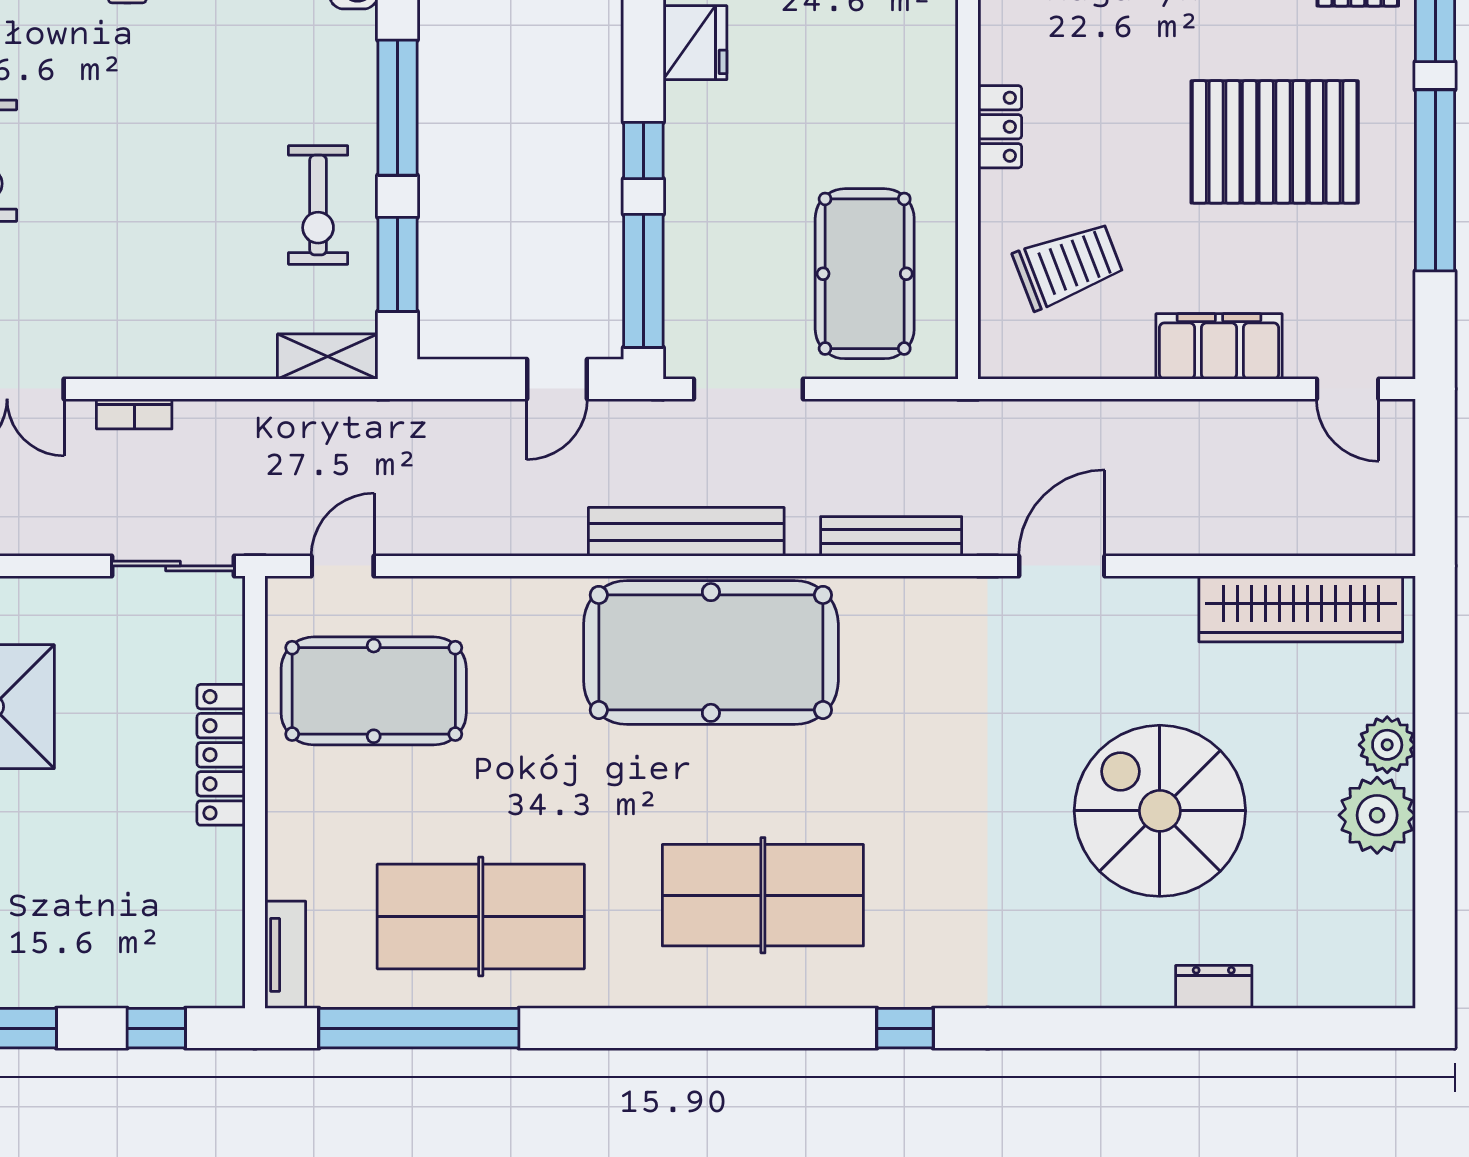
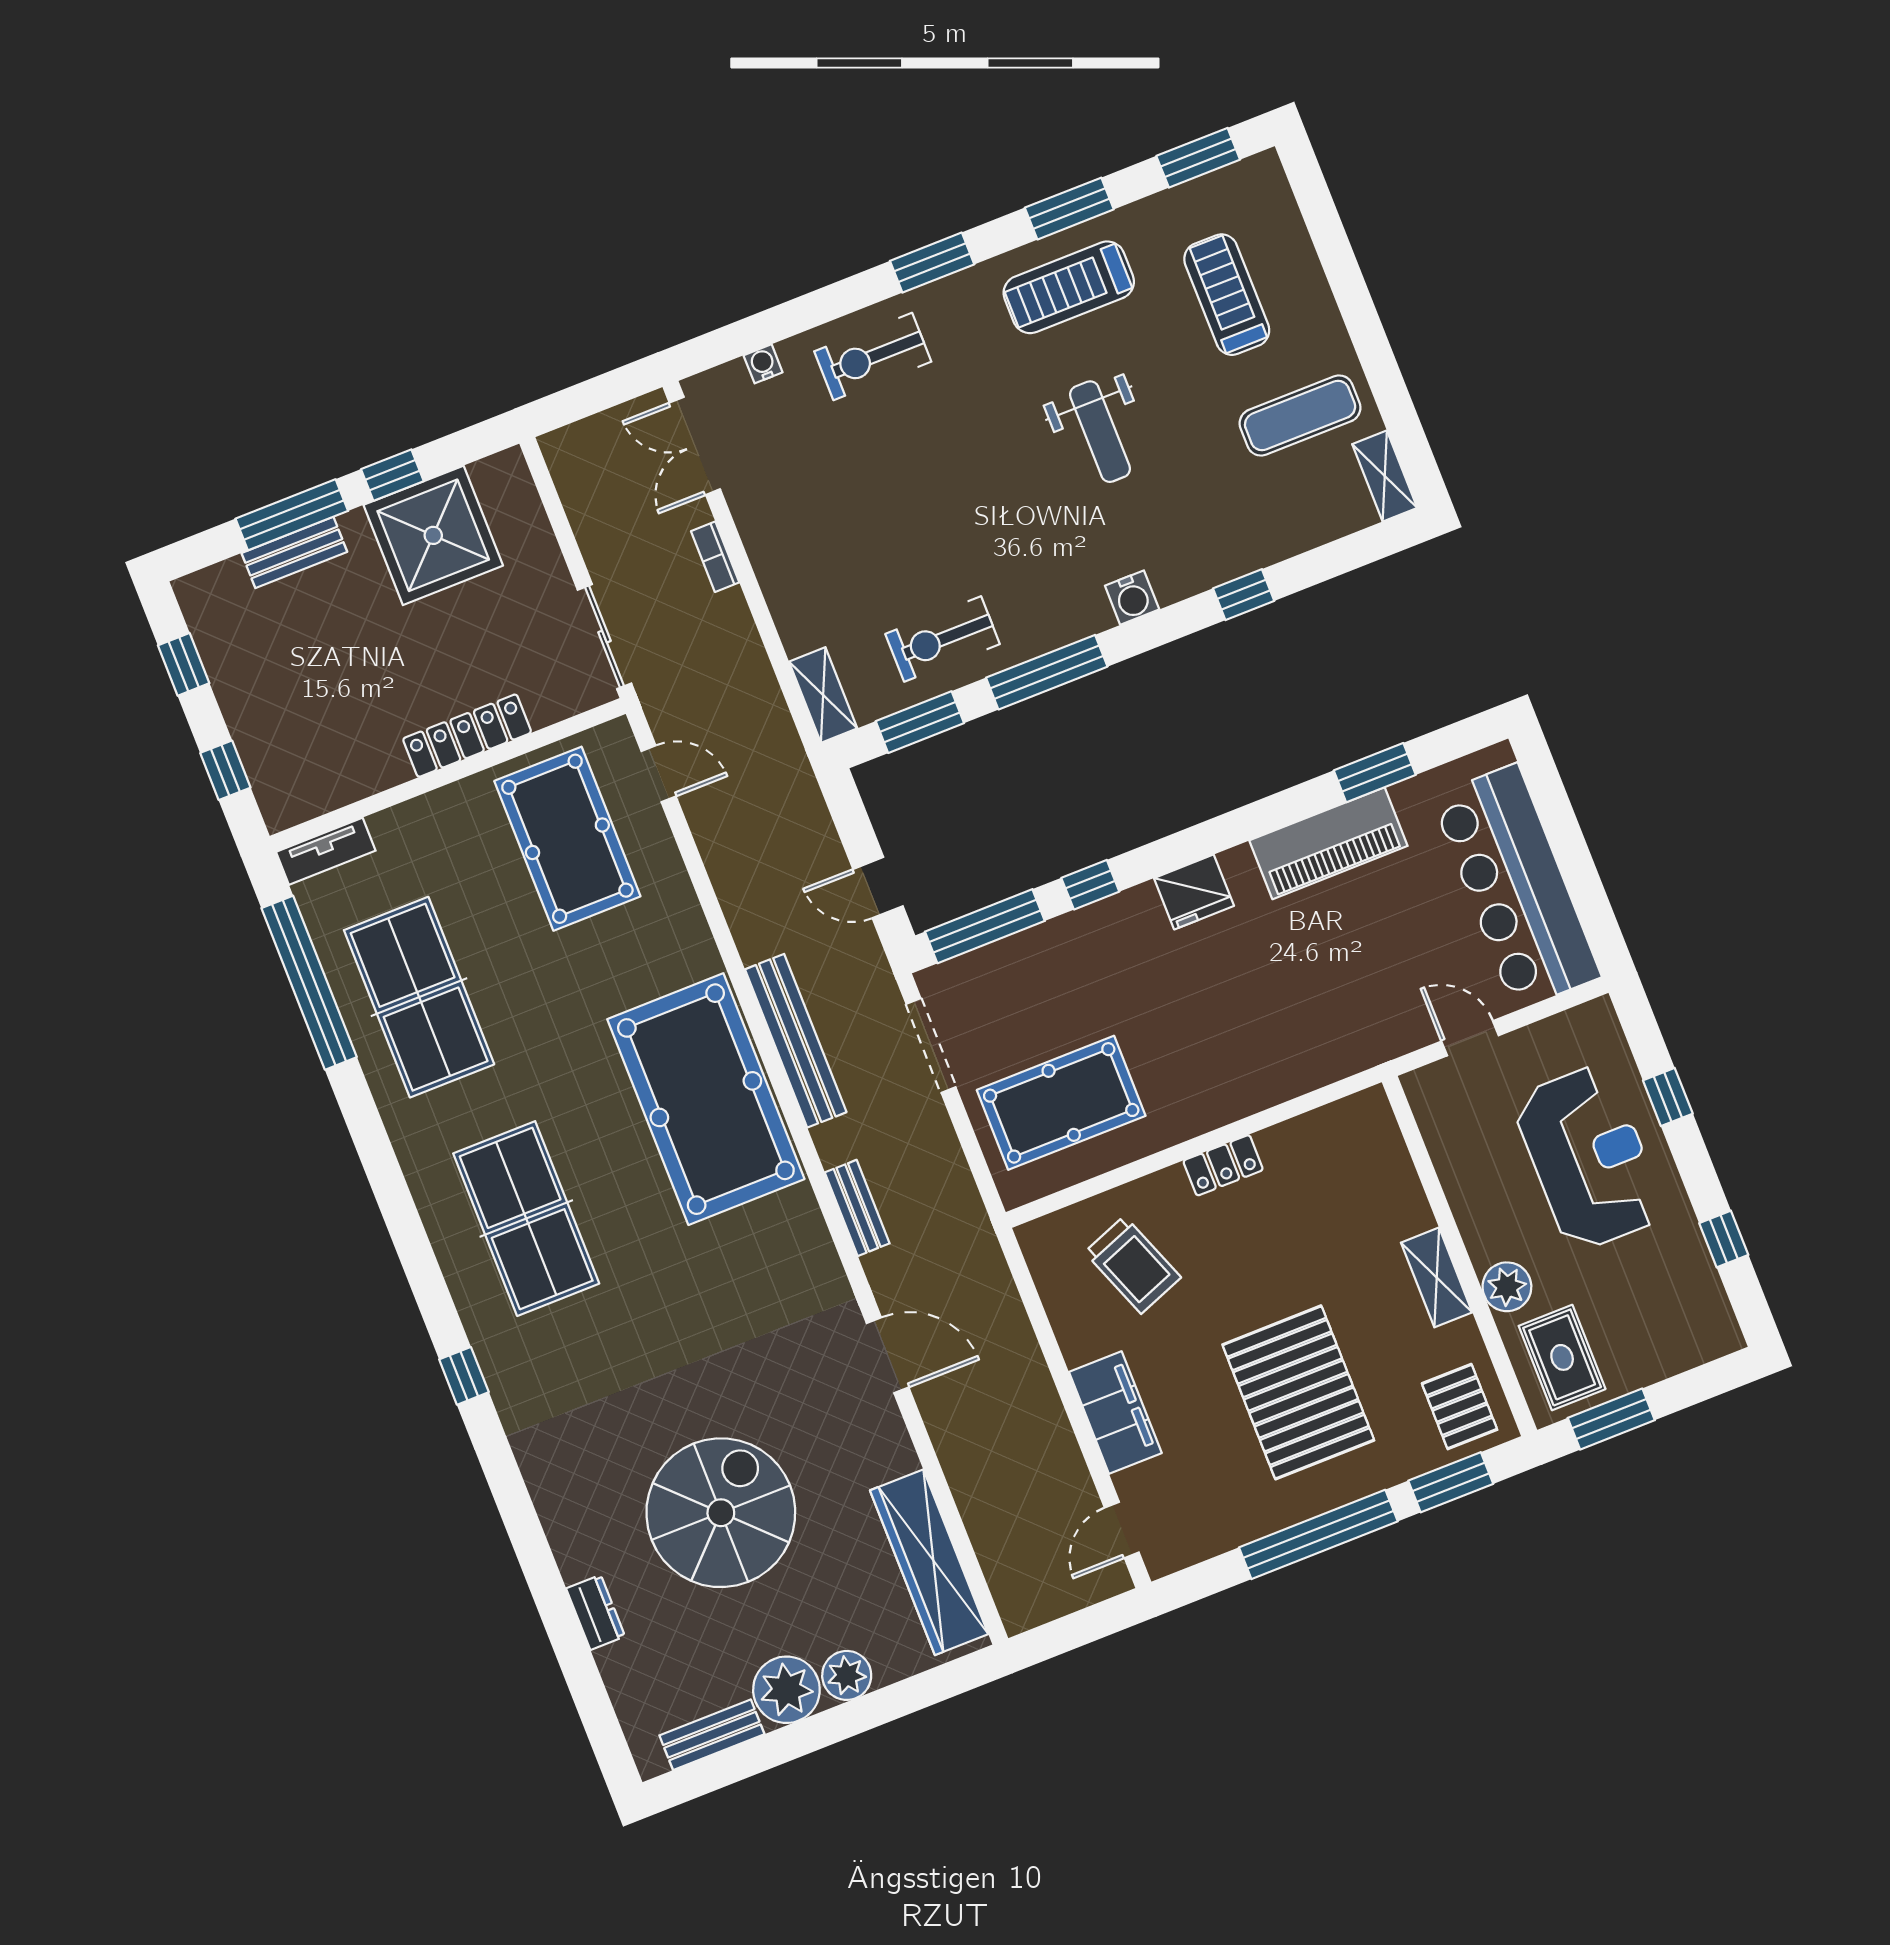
bench: (891, 536) -> (857, 1208), width x0.73
bench: (1394, 914) -> (712, 1735), added

